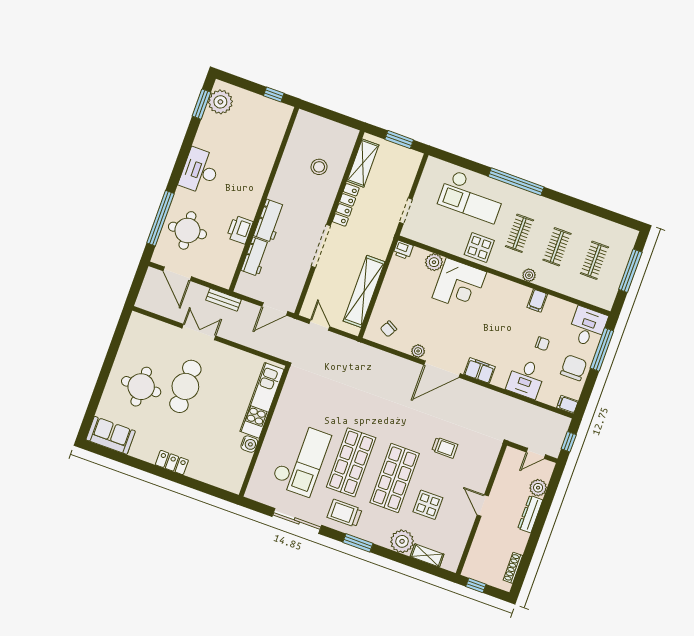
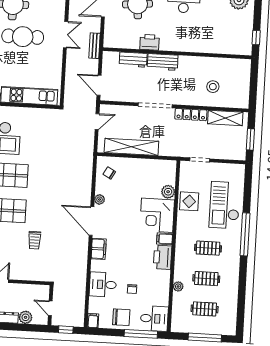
display table: (479, 248) -> (189, 201), moved
printer: (403, 250) -> (163, 257), moved, width x1.87, depth x1.48
plant: (529, 275) -> (178, 286), moved
filing cabinet: (537, 301) -> (165, 239), moved

